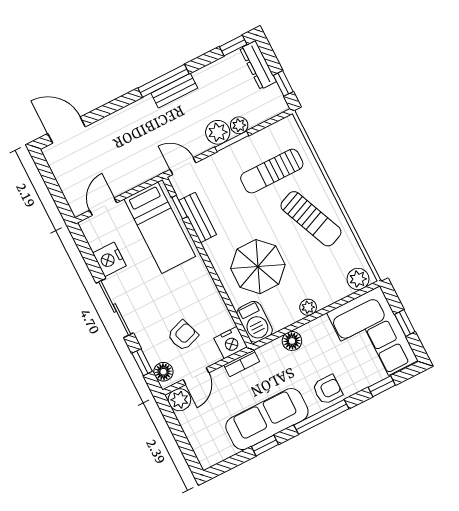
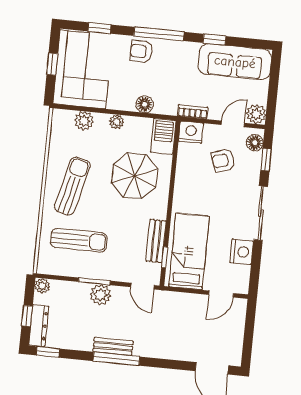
window: (283, 83) -> (27, 316), moved
plant: (239, 125) -> (42, 286), moved
sun lounger: (311, 219) -> (72, 186), turned 37
plant: (358, 279) -> (84, 121), moved
sofa: (267, 419) -> (235, 62), moved

